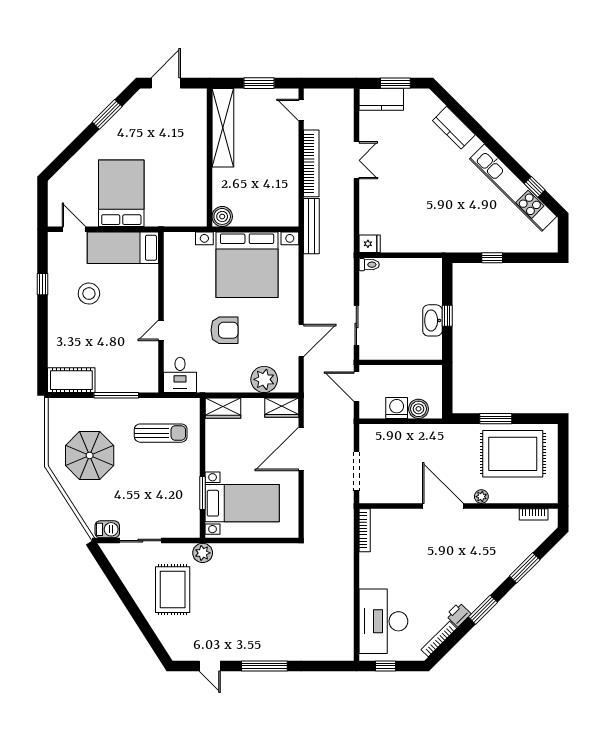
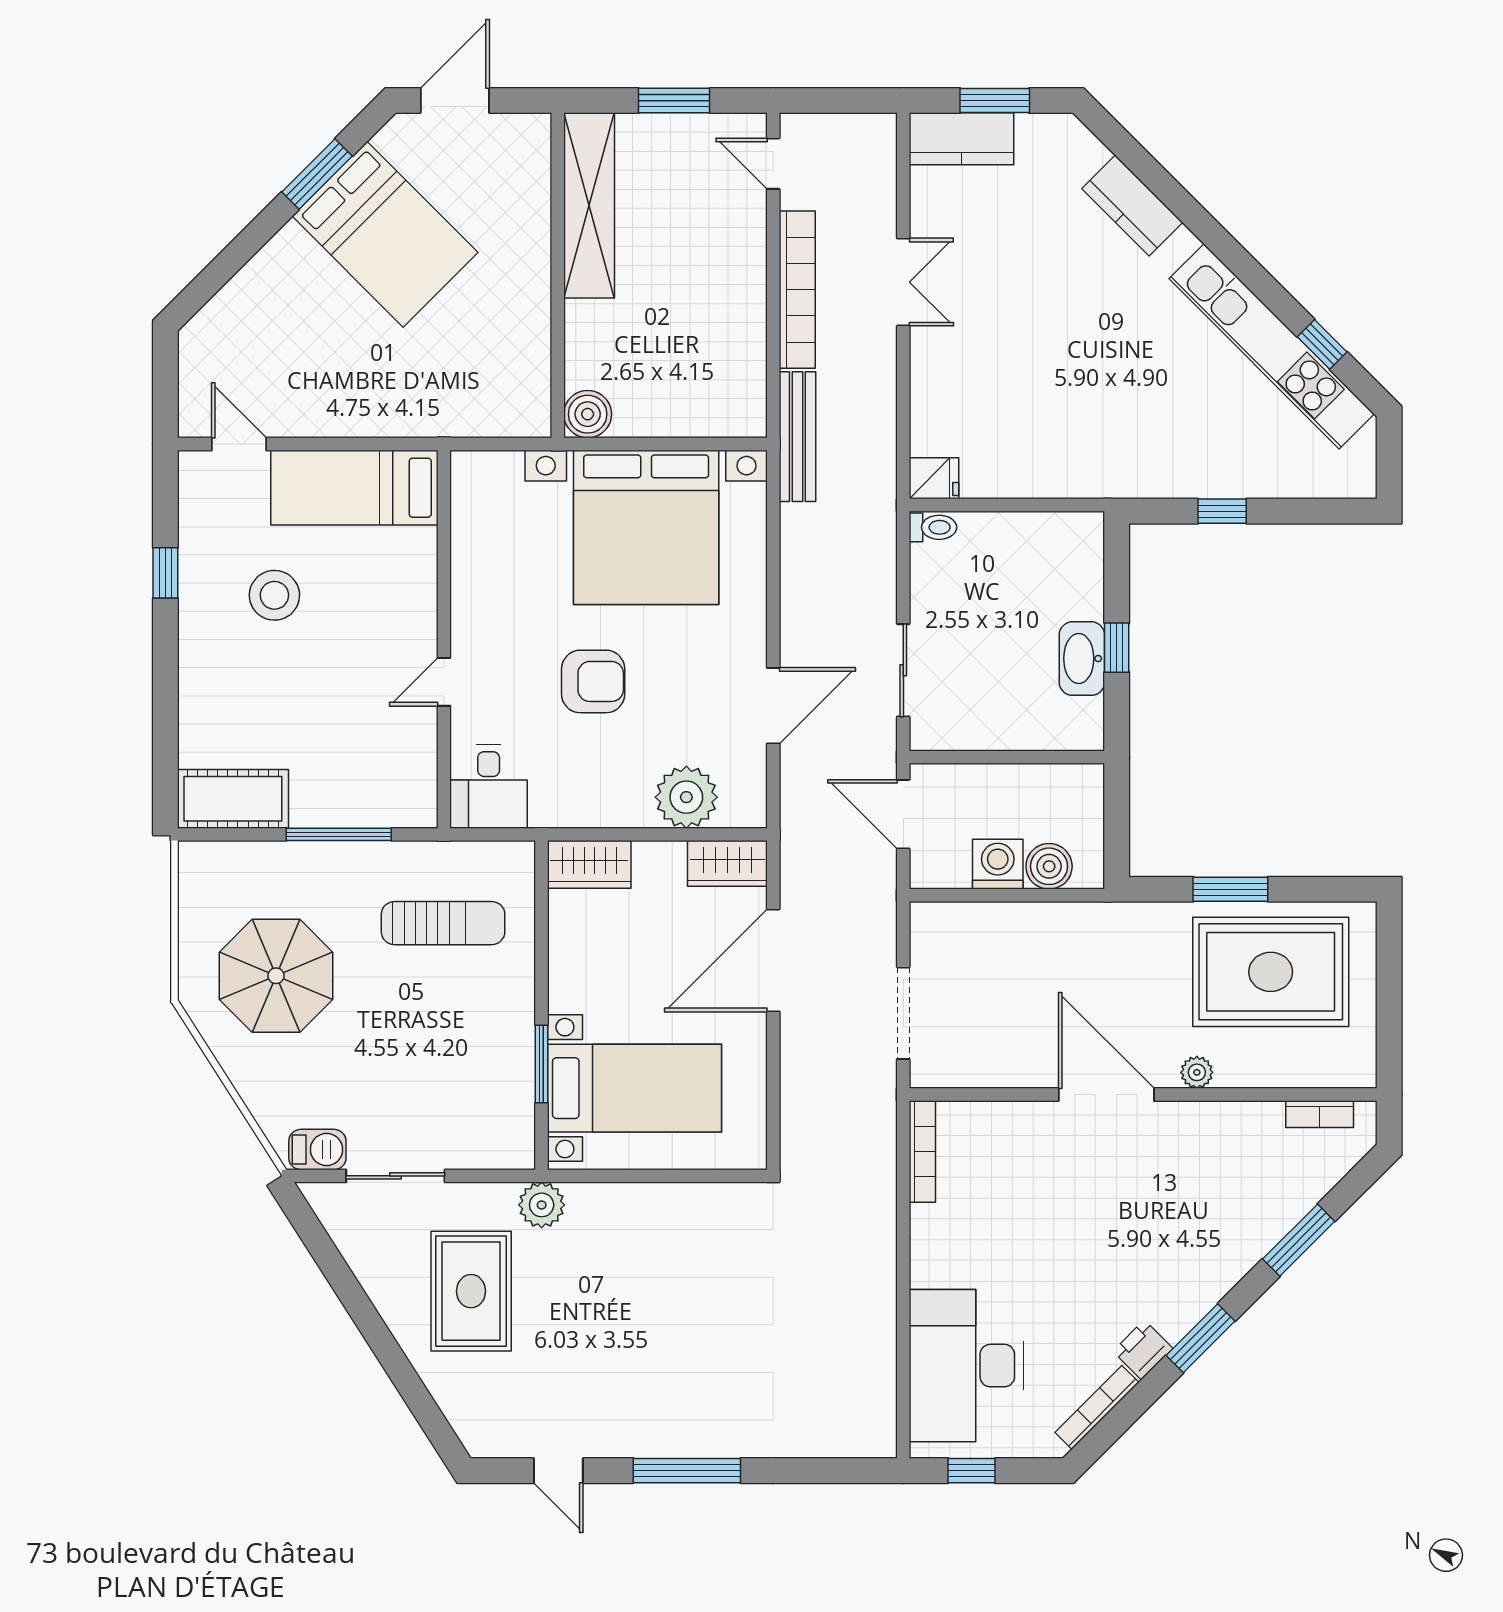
bed: (121, 193) -> (385, 234), moved, turned 135

